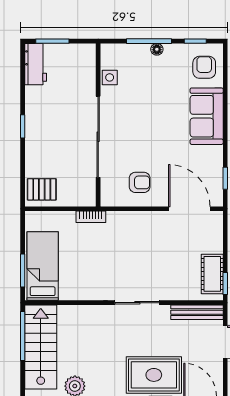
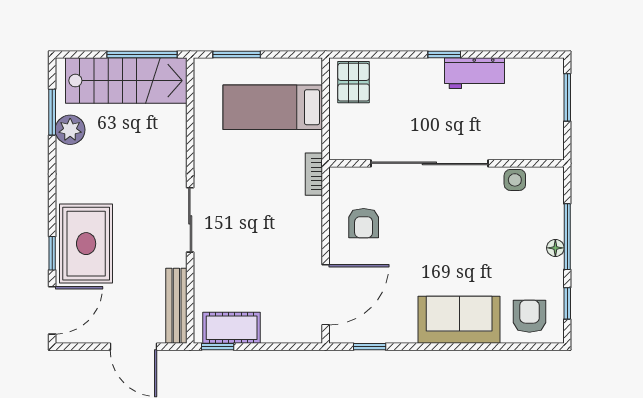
workbench: (36, 64) -> (475, 73), moved
armchair: (204, 67) -> (529, 316), turned -90
bookcase: (91, 217) -> (314, 174), moved
bed: (43, 266) -> (273, 107), moved, turned 180

